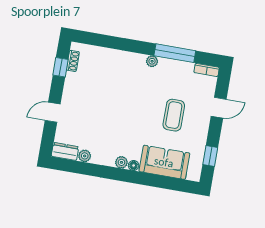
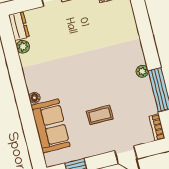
coffee table: (174, 115) -> (100, 115), width x0.73, depth x0.77
plant: (121, 162) -> (32, 85), removed

